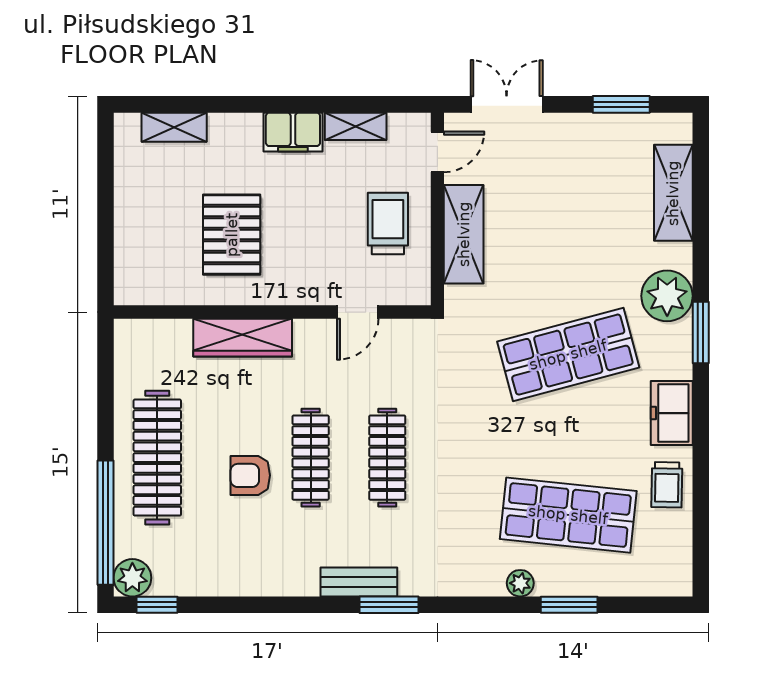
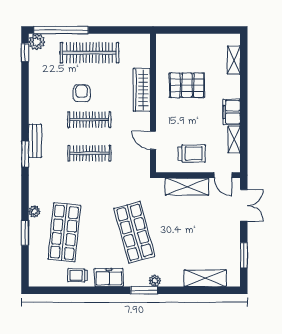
plant: (667, 296) -> (155, 281), width x0.53, depth x0.53

